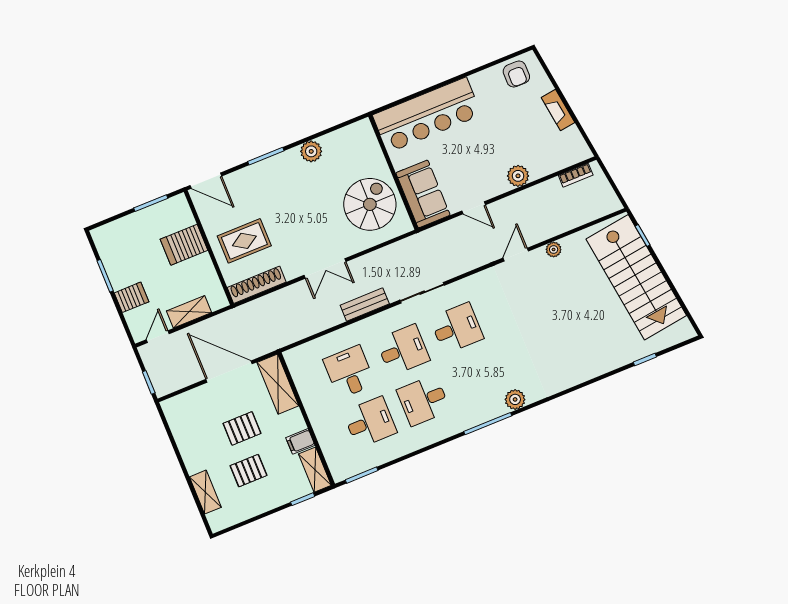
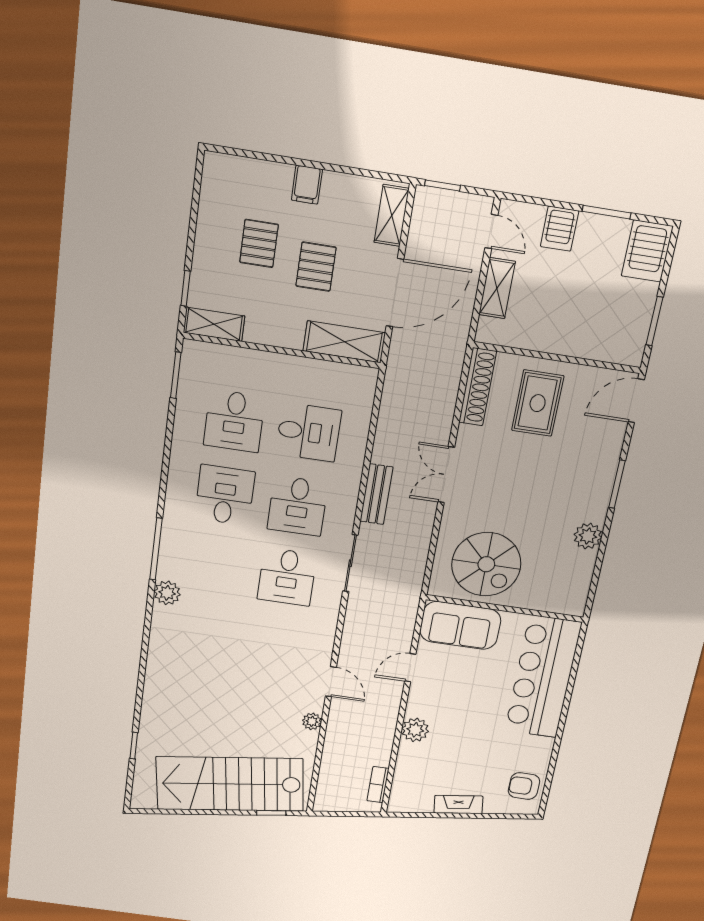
server rack: (184, 245) -> (647, 251), moved, turned 180
filing cabinet: (300, 441) -> (307, 185), moved, turned 180
shelving: (205, 492) -> (392, 215), moved, turned 90

